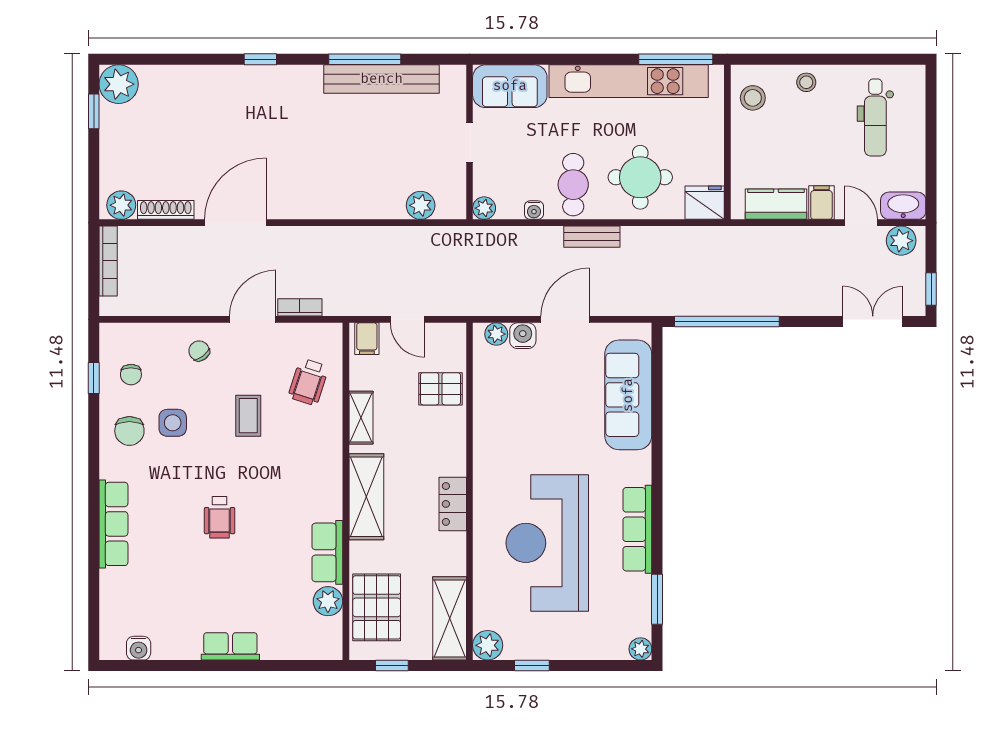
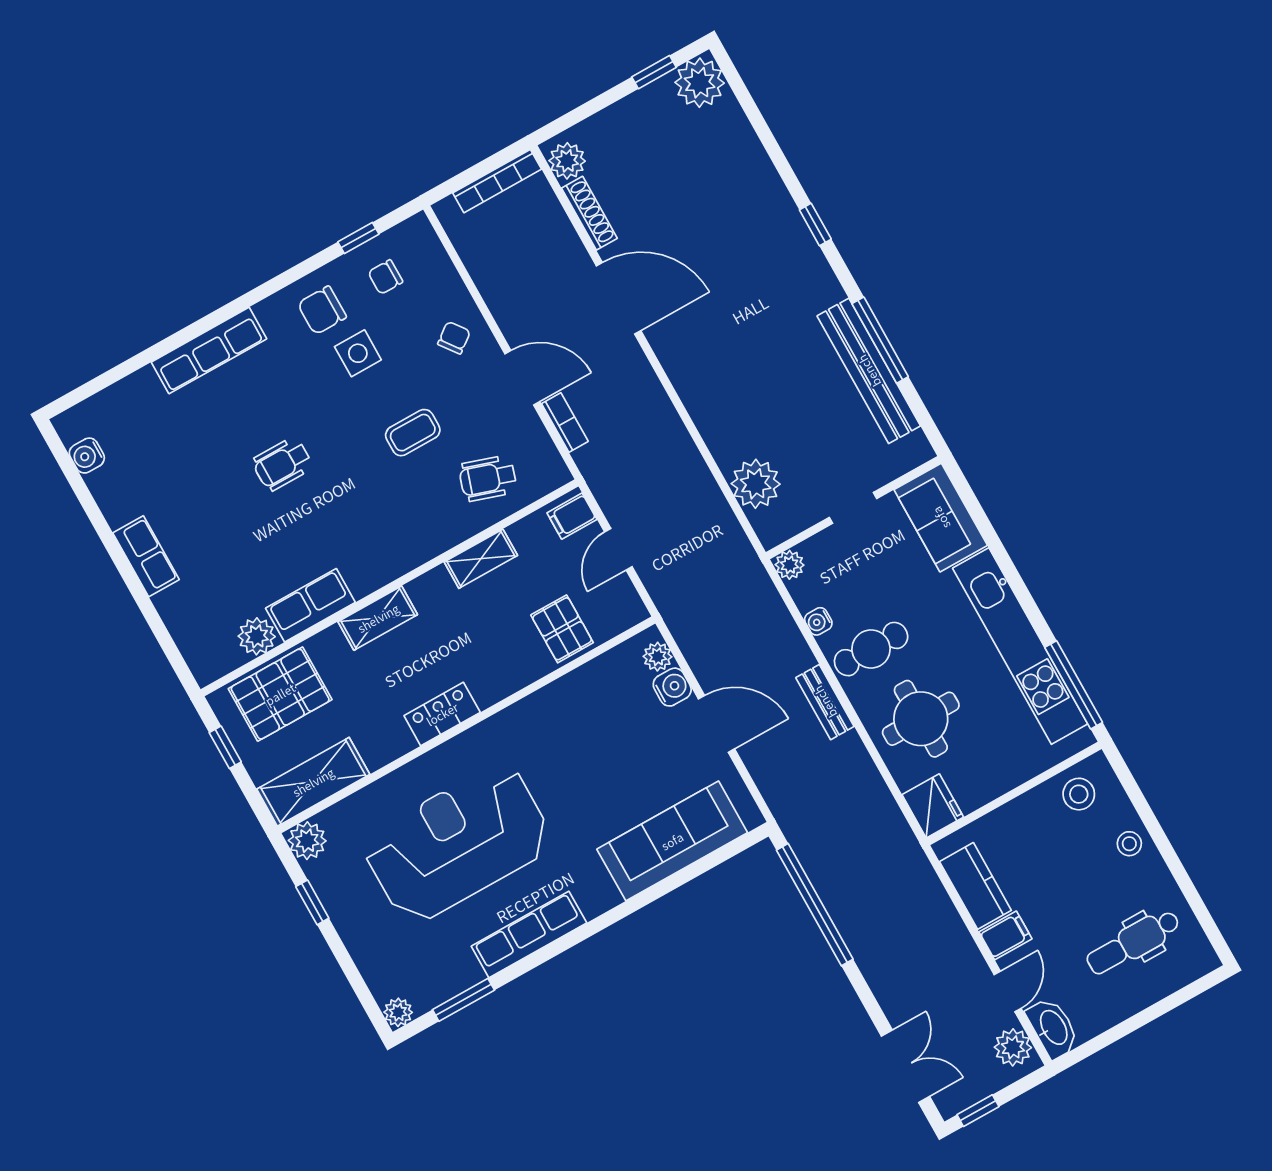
plant: (421, 205) -> (756, 484), width x1.36, depth x1.36
shelving: (366, 497) -> (378, 618), width x0.67, depth x0.75

